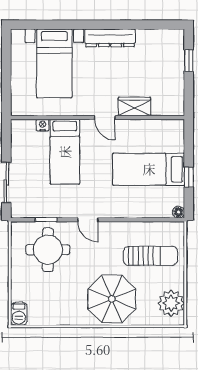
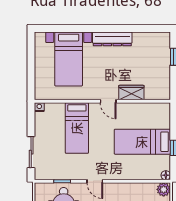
nightstand: (43, 125) -> (39, 107), moved
plant: (176, 230) -> (164, 189), added

